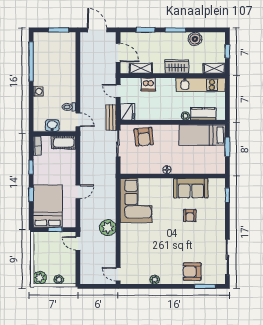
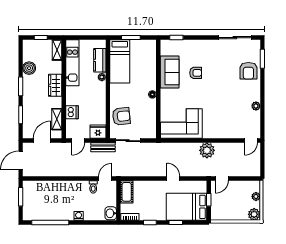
washbasin: (52, 125) -> (111, 213), moved

